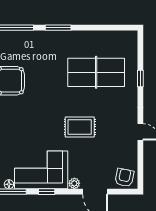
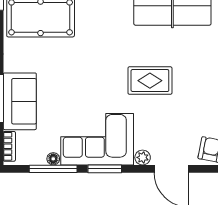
window: (47, 192) -> (105, 169), width x1.50

